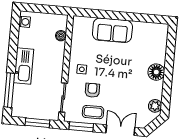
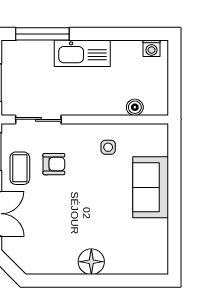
side table: (82, 69) -> (108, 147), moved
plant: (155, 106) -> (38, 264), removed

